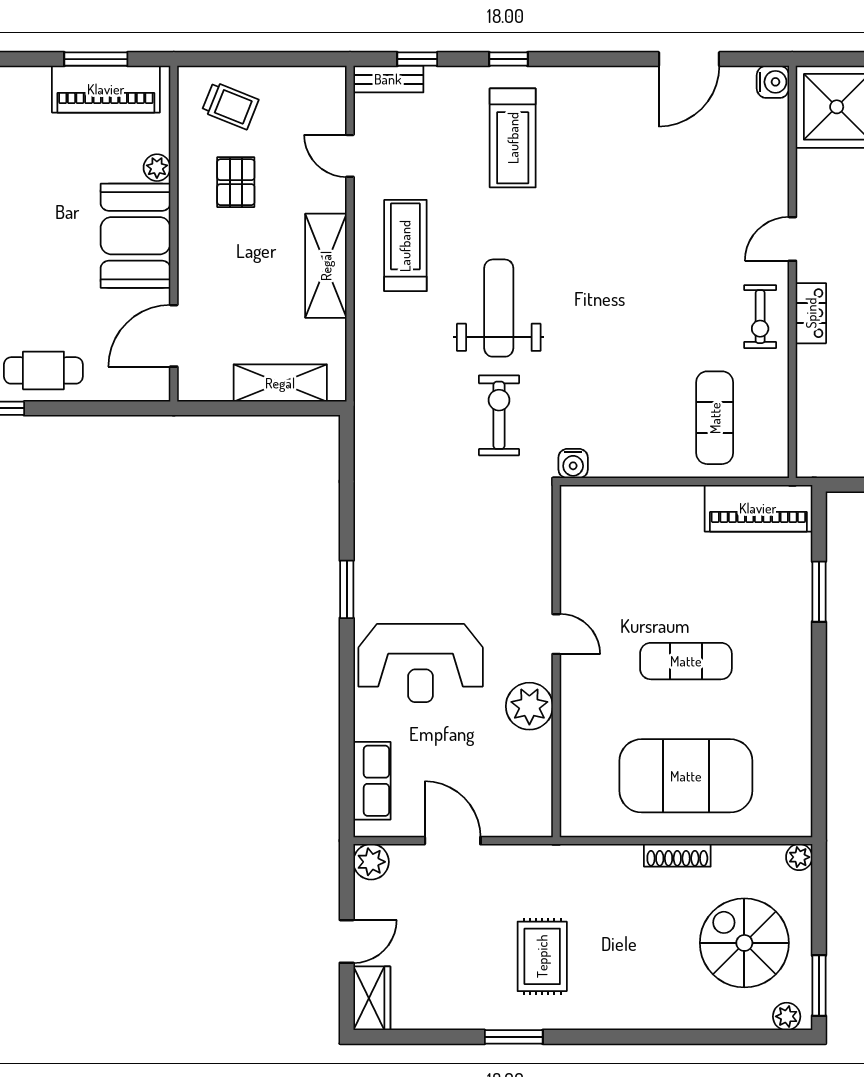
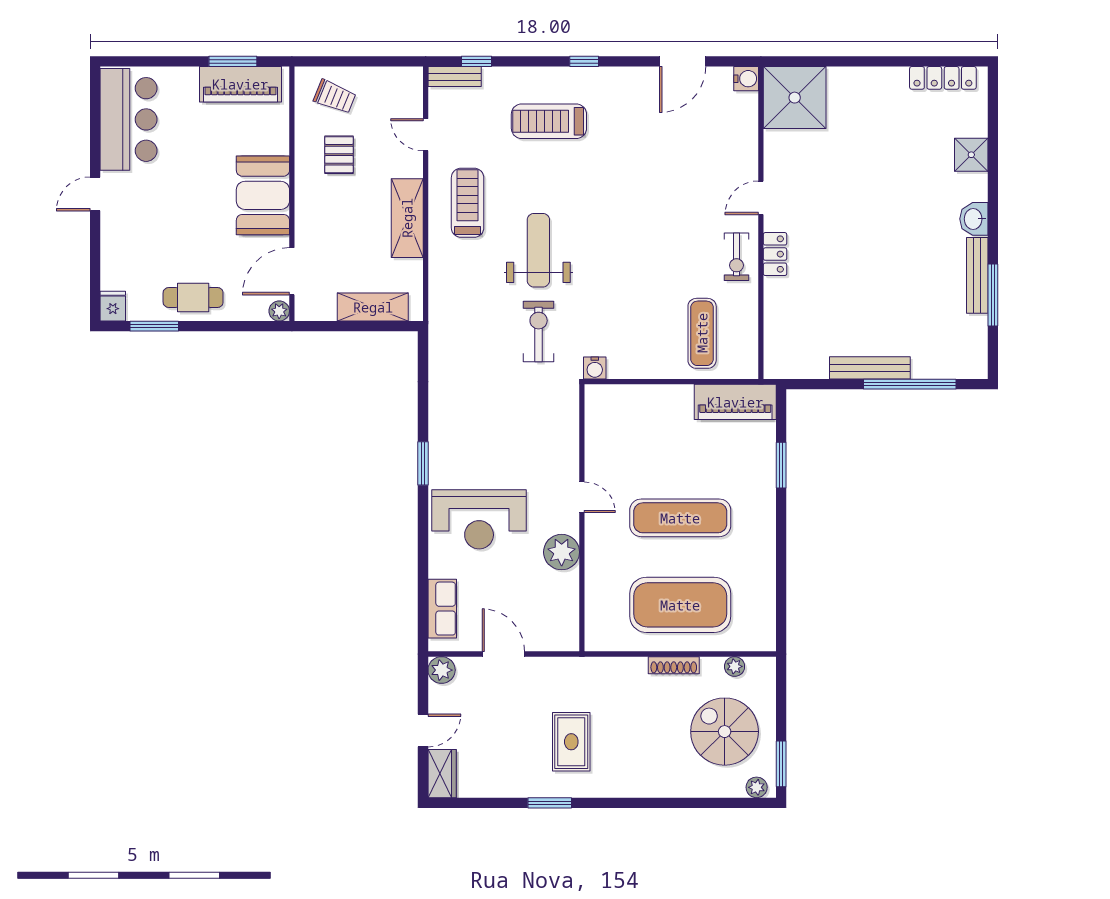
window: (508, 59) -> (584, 61), moved
treadmill: (513, 138) -> (549, 121), turned 90
plant: (157, 168) -> (279, 311), moved
exercise mat: (686, 661) -> (680, 518), width x1.36, depth x1.45
plant: (799, 857) -> (735, 666), moved

